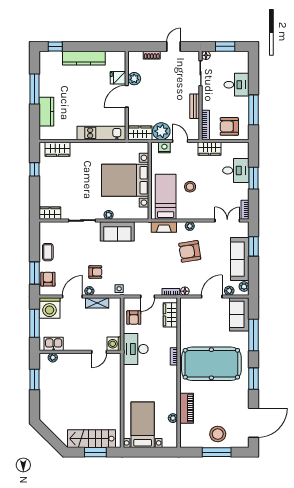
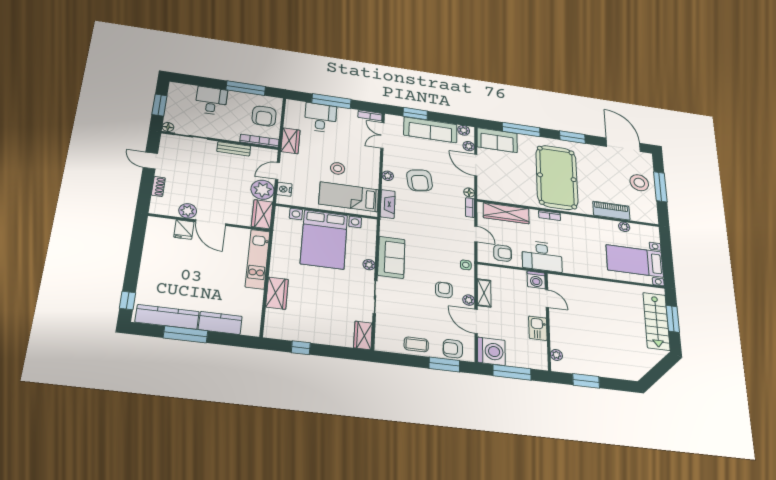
kitchen counter: (84, 58) -> (167, 317), moved, turned -90
wardrobe: (57, 149) -> (277, 293), moved
window: (254, 178) -> (331, 101), width x1.44
wardrobe: (170, 315) -> (506, 213), width x1.50
kitchen sink: (54, 344) -> (538, 328), moved

